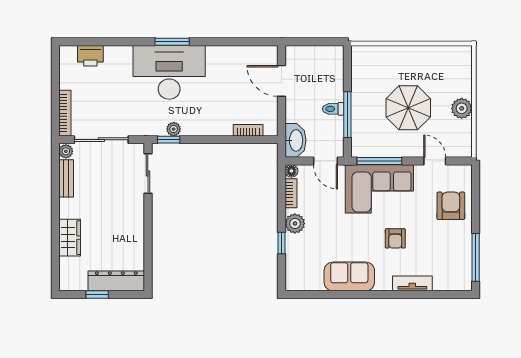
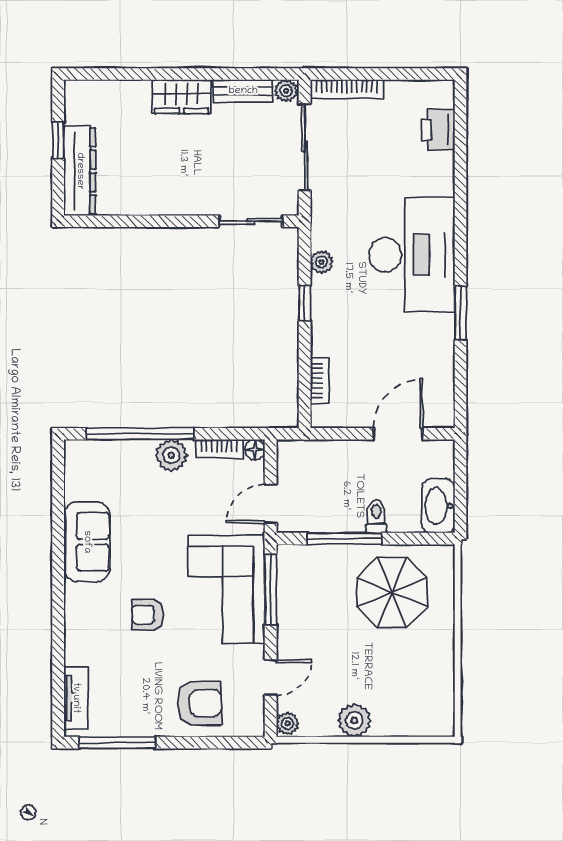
window: (172, 42) -> (460, 313), moved
parasol: (408, 108) -> (392, 592), moved
toilet: (333, 109) -> (376, 516), moved
window: (169, 140) -> (305, 303), moved
washbasin: (295, 140) -> (438, 506), moved, turned 90
plant: (464, 150) -> (287, 723), added
wardrobe: (70, 238) -> (182, 97), moved
window: (282, 243) -> (140, 434), width x3.17
tv unit: (412, 283) -> (76, 698), moved

